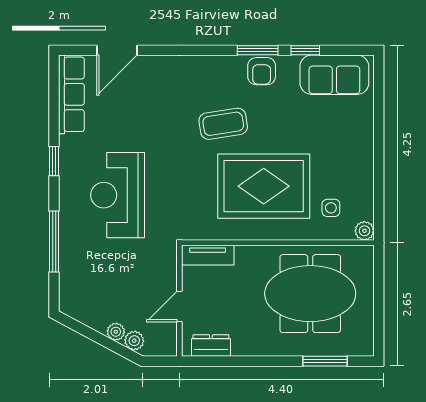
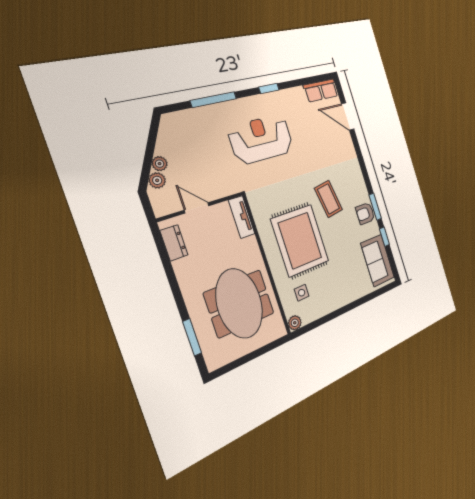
row of seats: (71, 94) -> (321, 91), width x0.68

